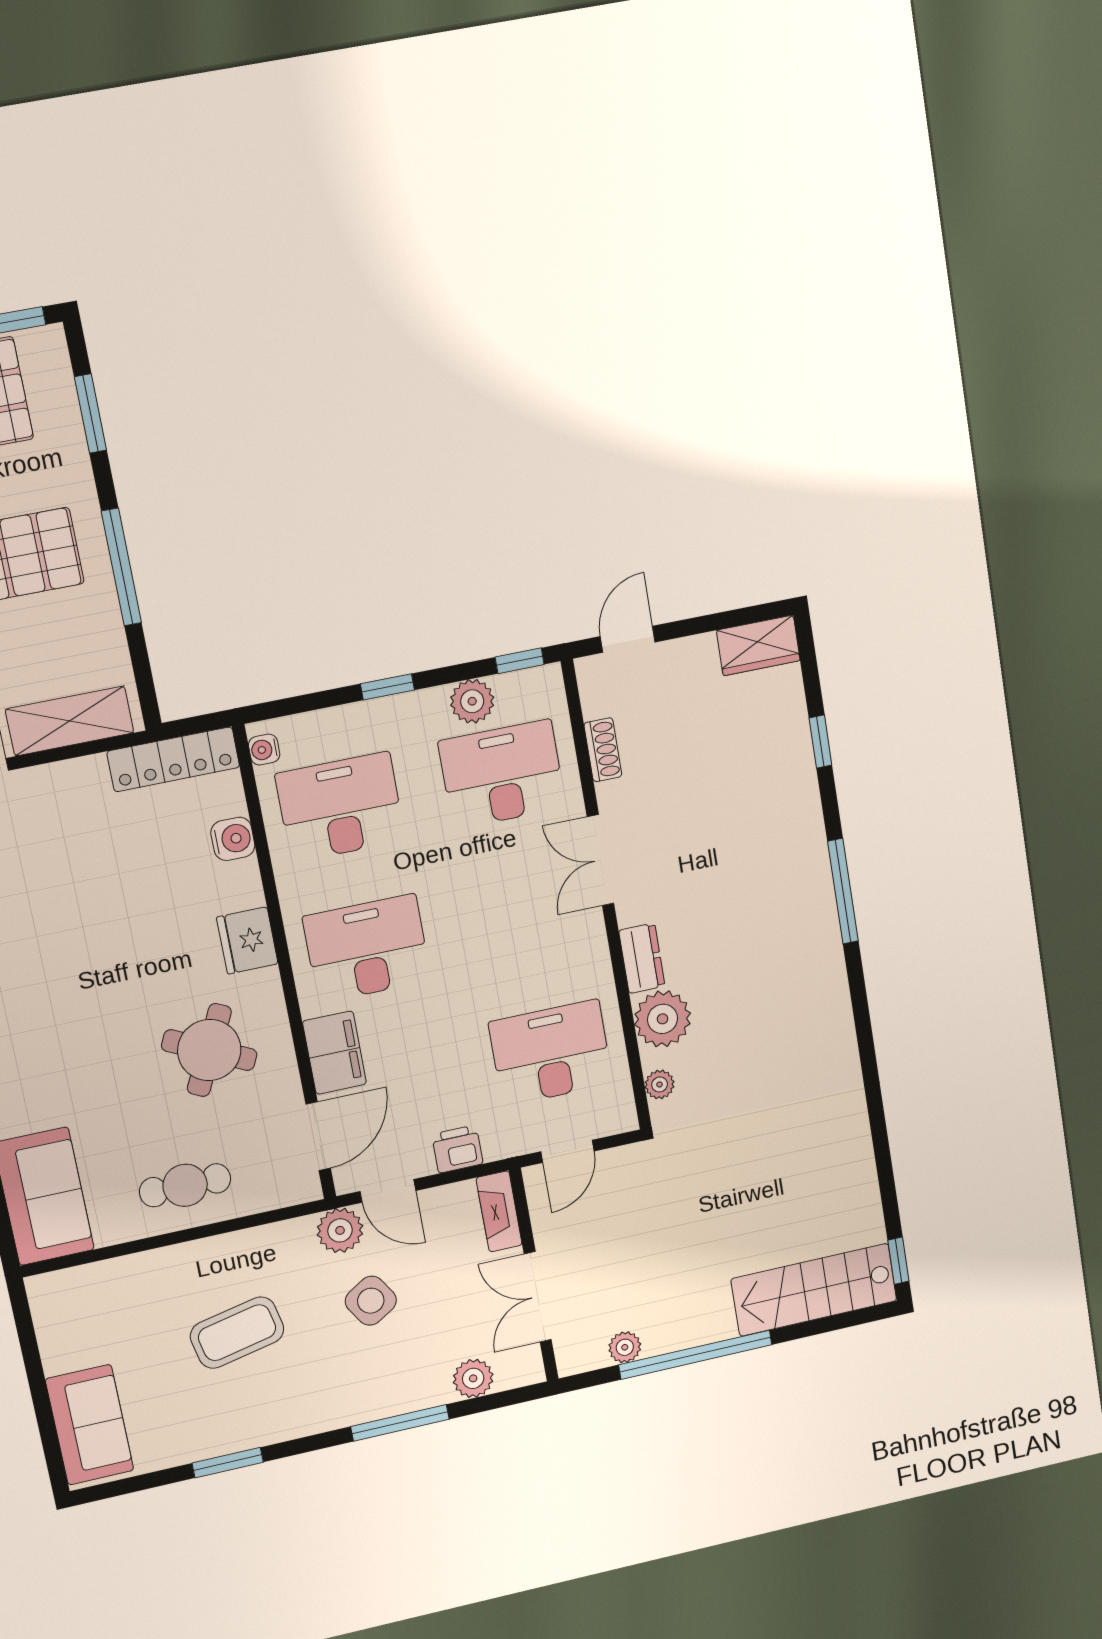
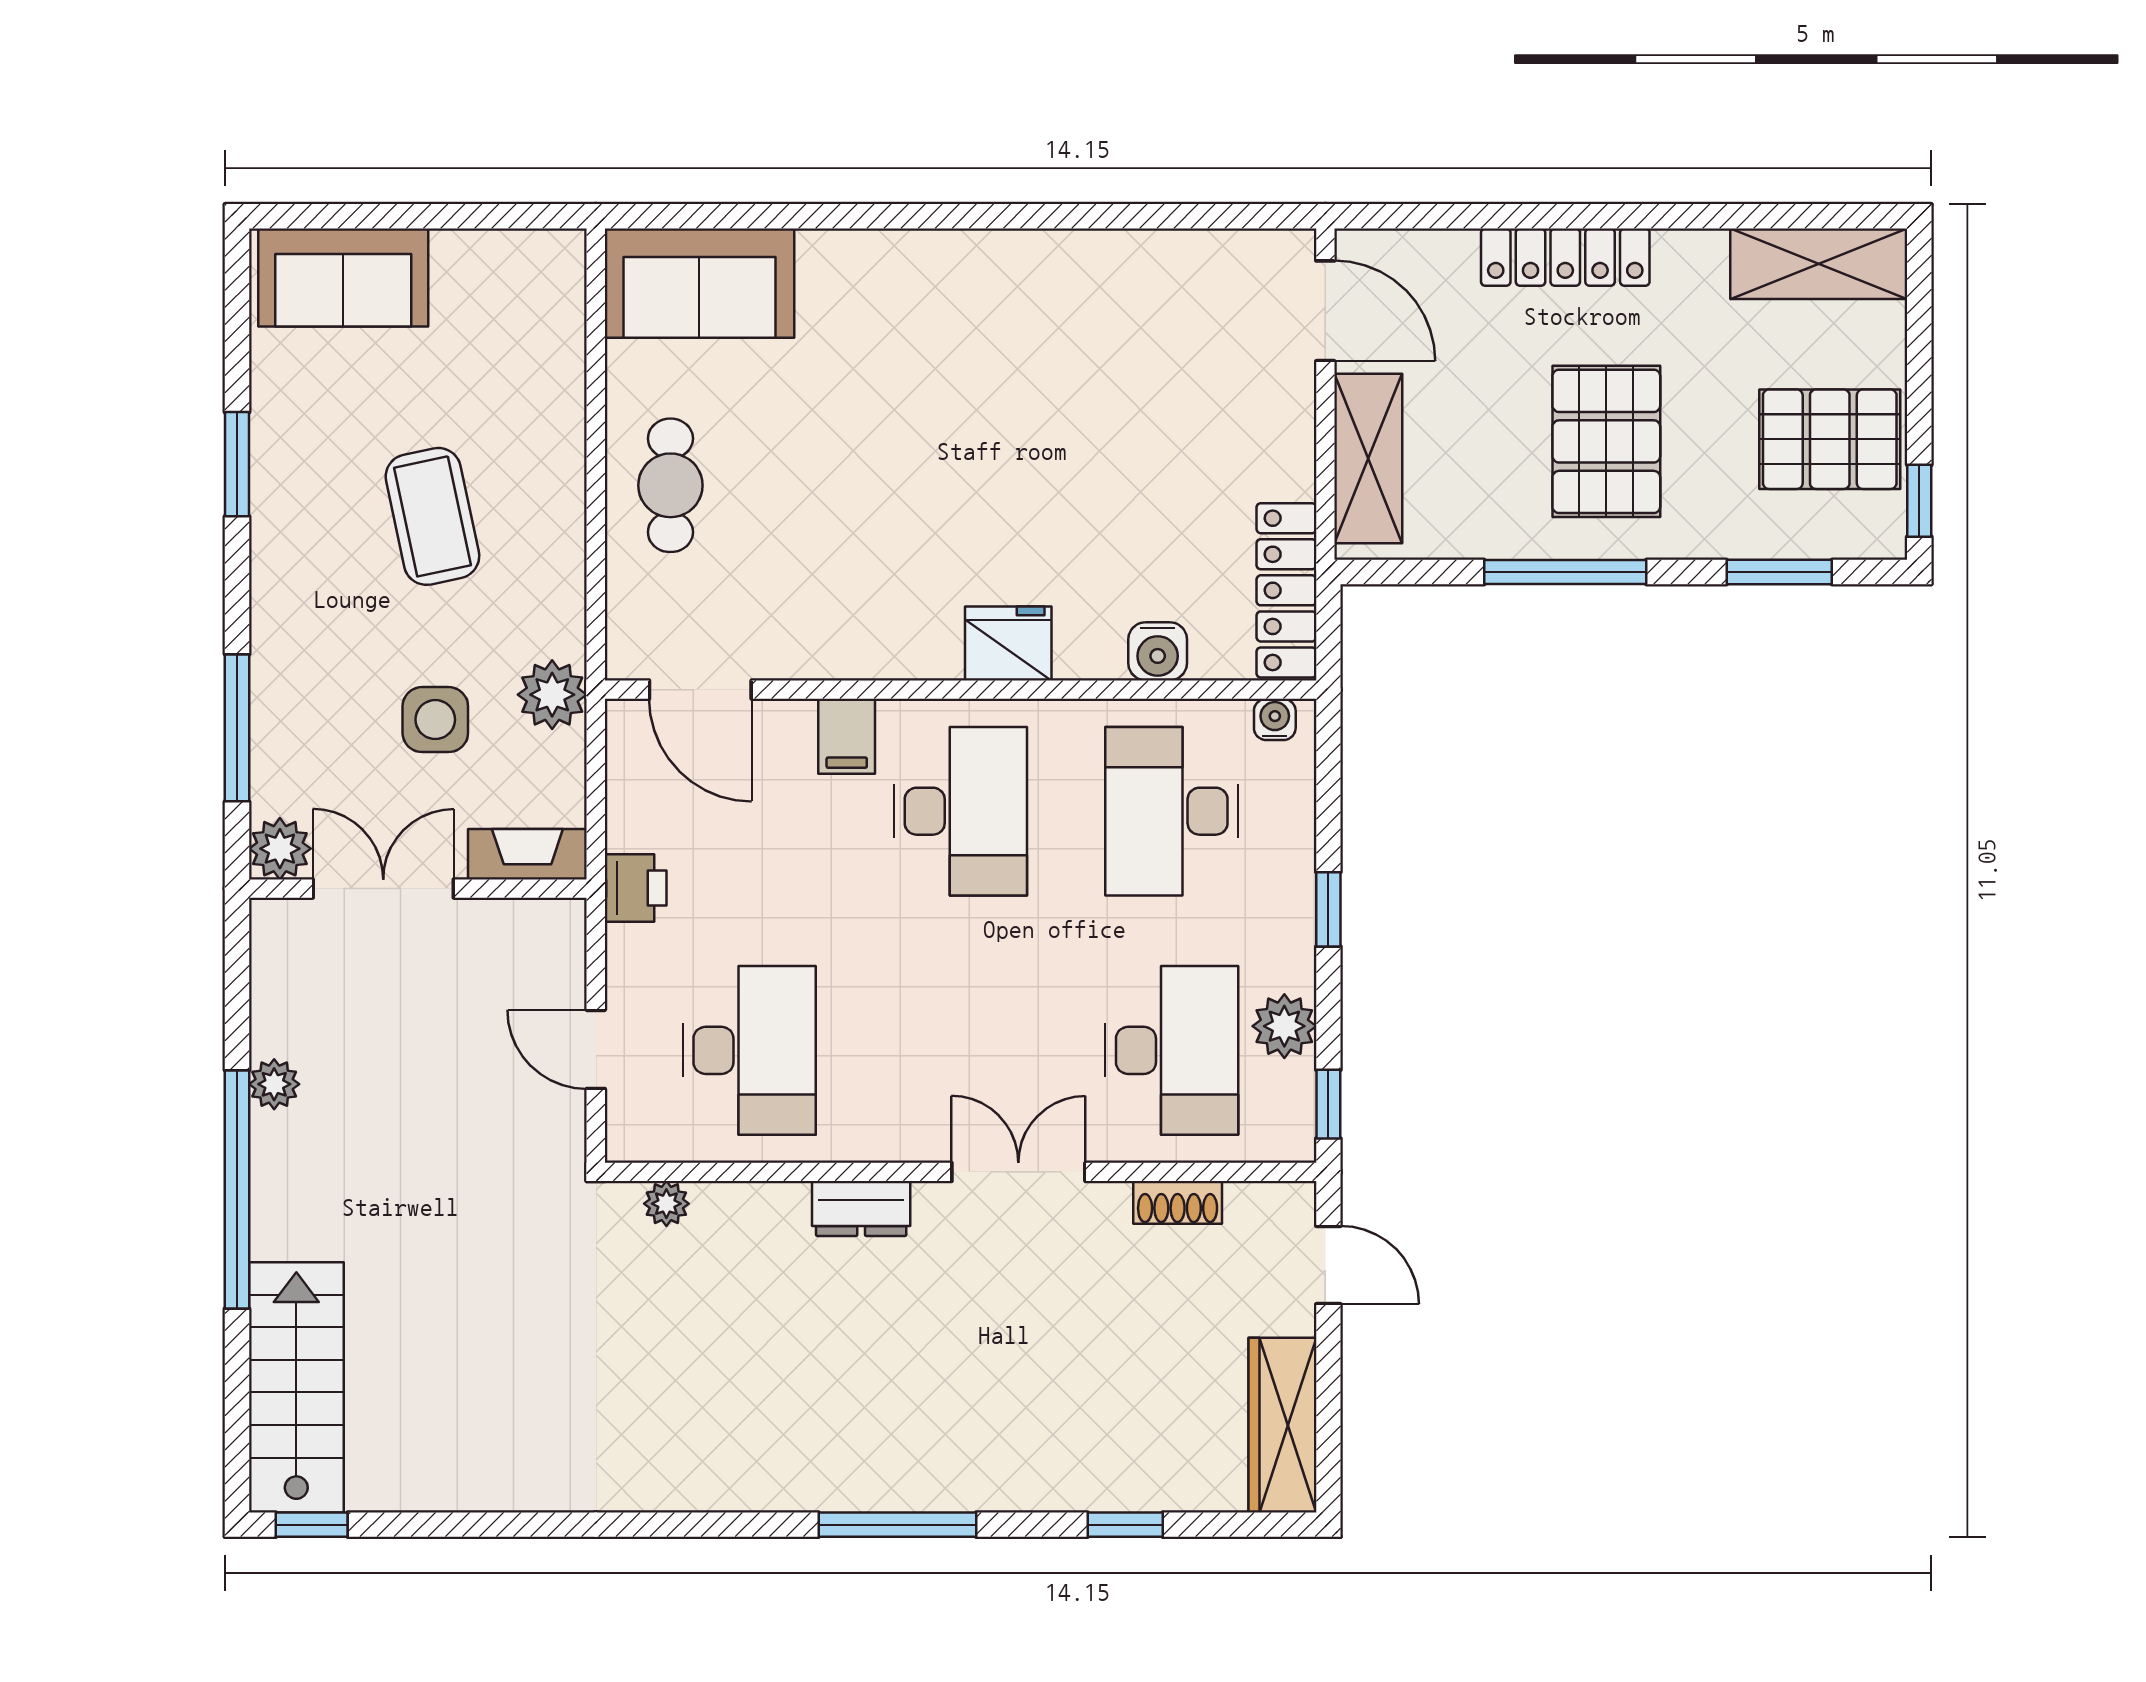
wardrobe: (758, 645) -> (1282, 1425), width x1.50
desk: (340, 807) -> (1172, 811), turned 180
plant: (663, 1019) -> (764, 1224), removed
round table: (209, 1050) -> (861, 559), removed
filing cabinet: (334, 1053) -> (847, 736), width x0.50
door: (388, 1191) -> (596, 775), removed
fireplace: (499, 1211) -> (527, 854), moved
wall: (534, 1275) -> (418, 889), moved
double door: (538, 1297) -> (383, 889), moved
side table: (371, 1301) -> (435, 720), turned 32

